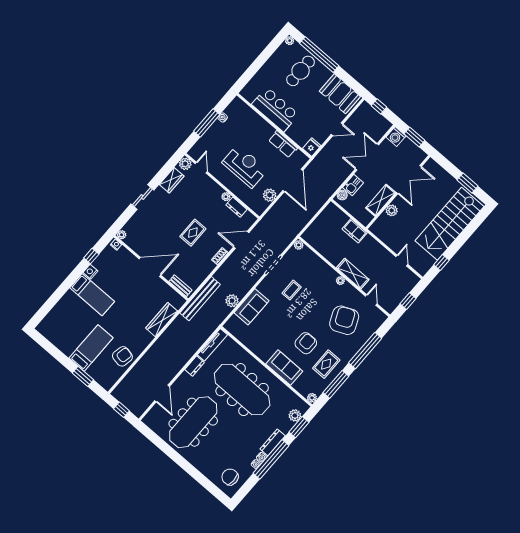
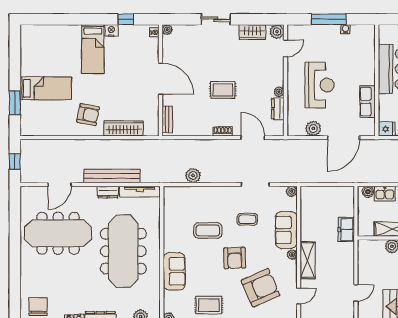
bench: (200, 299) -> (112, 176), moved
sofa: (251, 307) -> (286, 230), moved, turned 90
coffee table: (277, 322) -> (208, 231), added
armchair: (306, 343) -> (235, 258), moved, turned 88
armchair: (122, 356) -> (88, 115), moved

